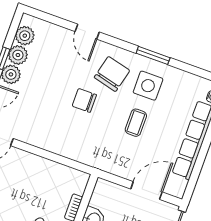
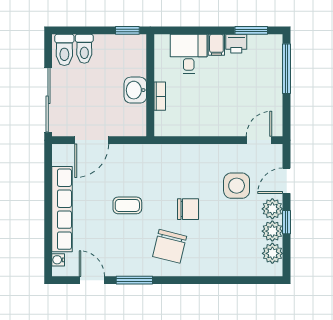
door: (87, 32) -> (92, 280), moved
side table: (148, 86) -> (237, 186), moved
coffee table: (136, 123) -> (127, 205), turned 90

